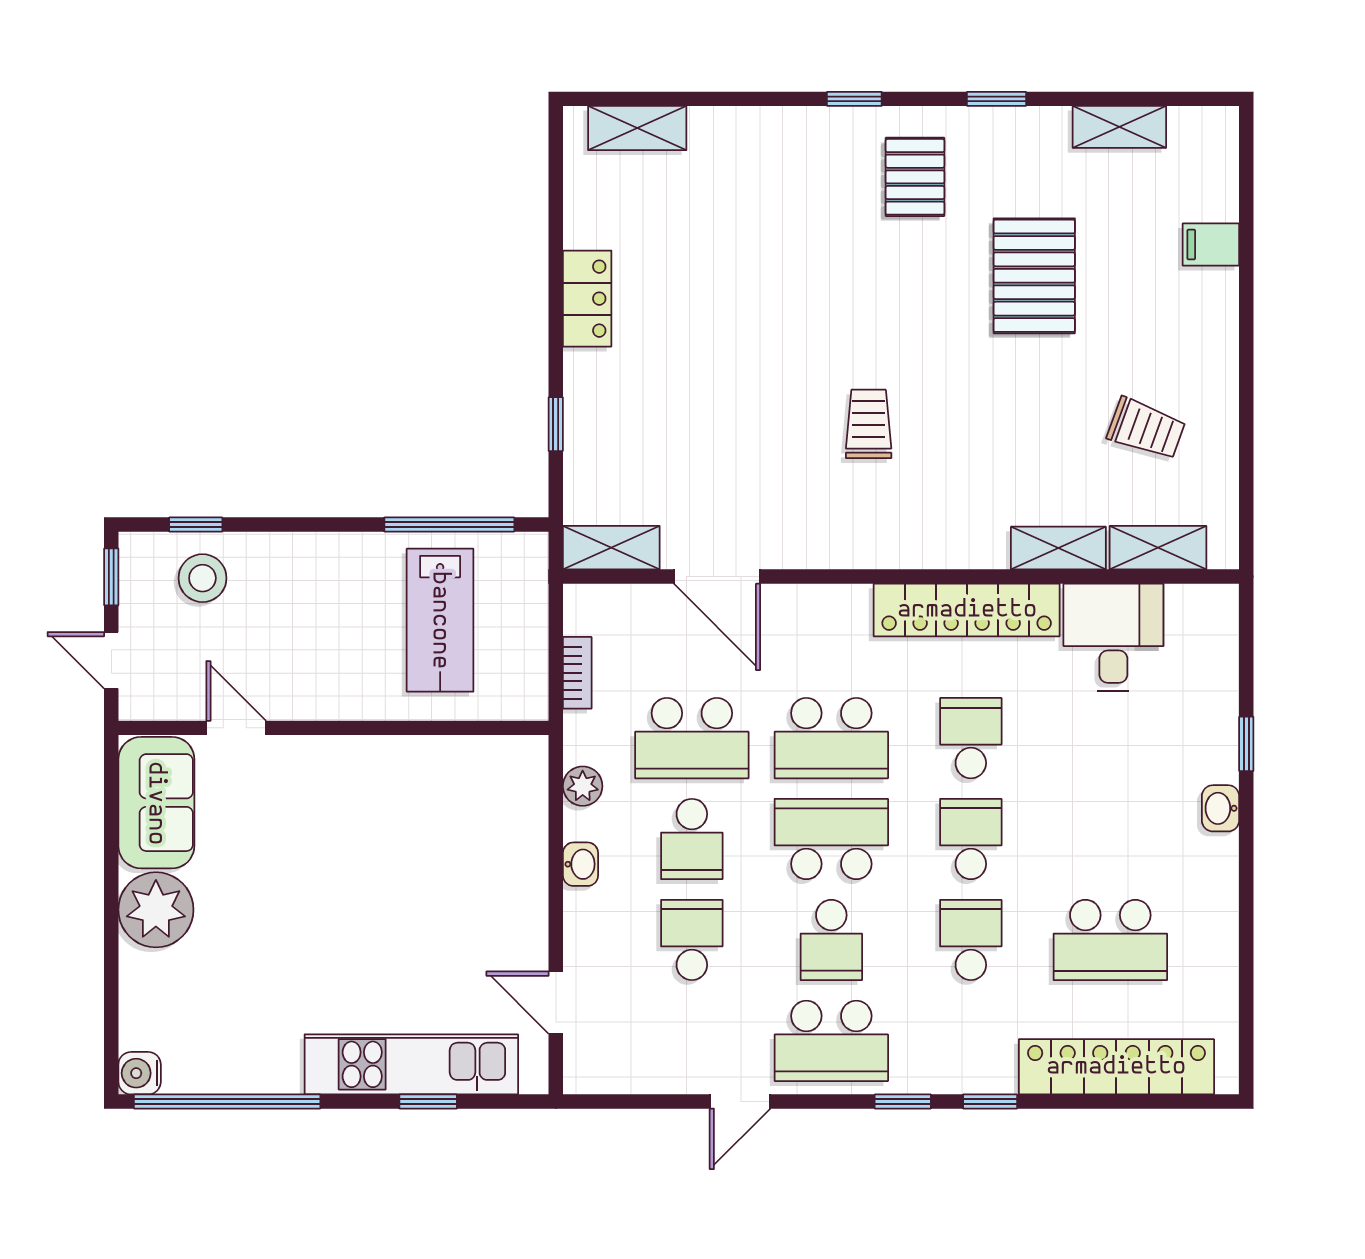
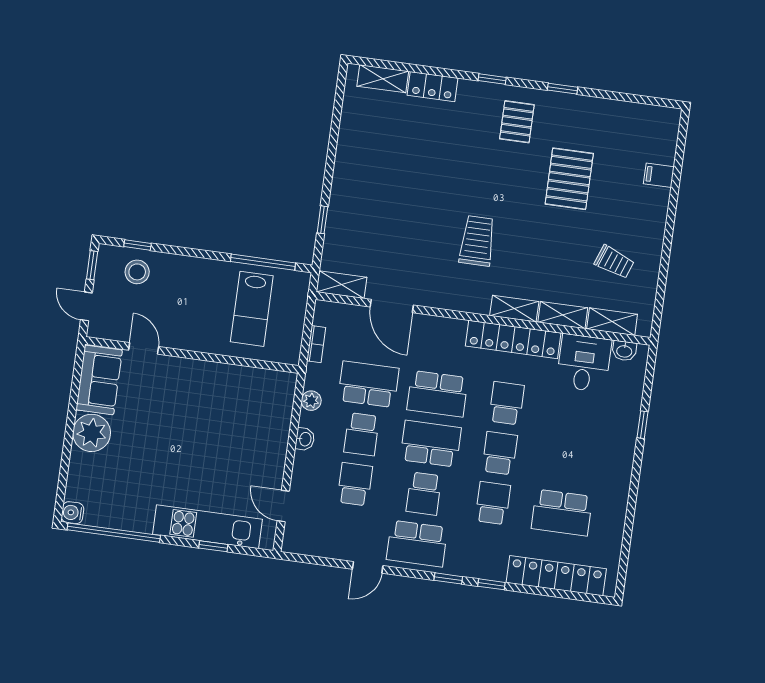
shelving: (1119, 127) -> (514, 309), moved
locker: (587, 299) -> (433, 87), moved, turned 90
trolley: (869, 424) -> (477, 241), width x1.36, depth x1.39
school desk: (692, 738) -> (368, 384), turned 180
washbasin: (1221, 808) -> (624, 351), moved, turned -90

